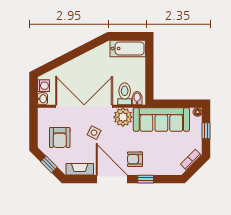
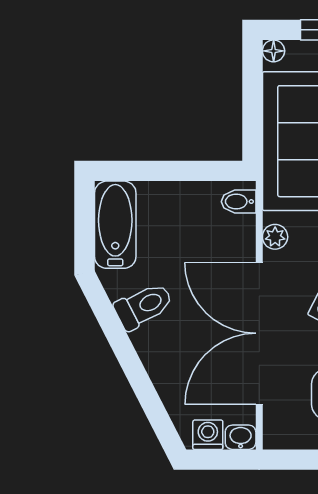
toilet: (125, 94) -> (144, 306), moved, turned 153
plant: (123, 117) -> (275, 237), width x0.53, depth x0.53

